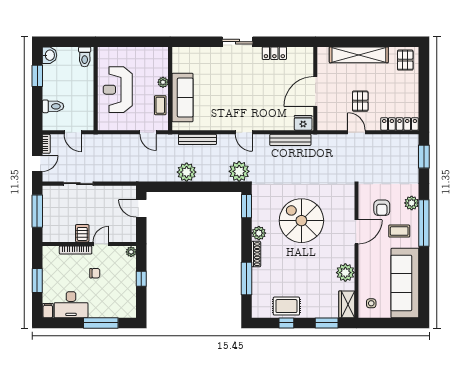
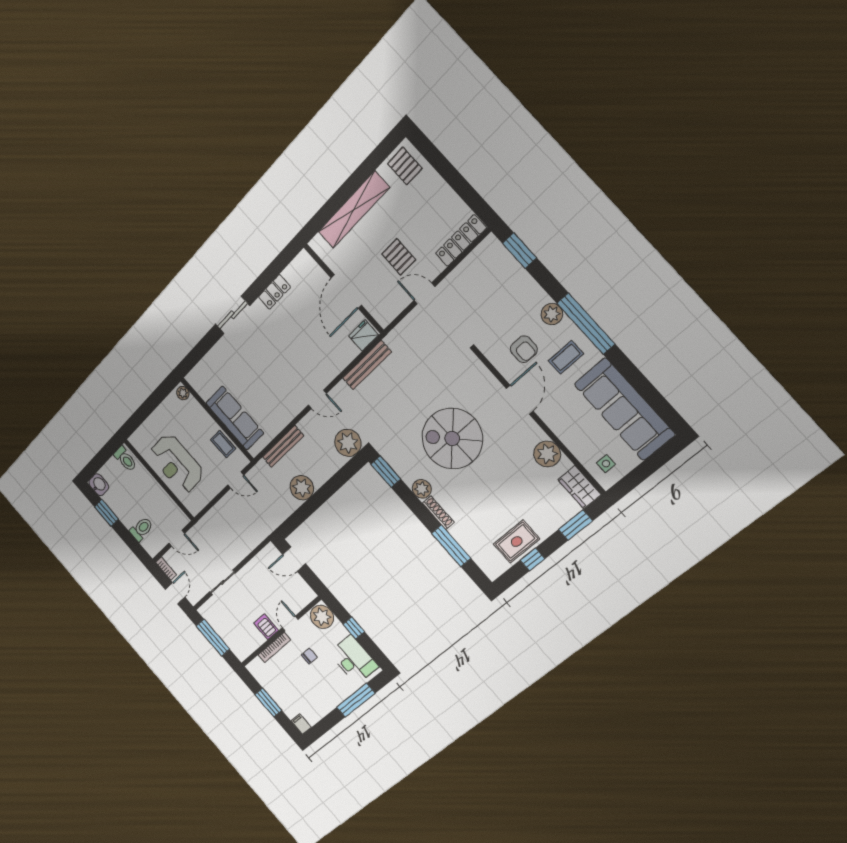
plant: (163, 82) -> (183, 393), moved
plant: (131, 252) -> (322, 617), width x1.88, depth x1.88
desk: (71, 305) -> (354, 660), moved, turned -90

